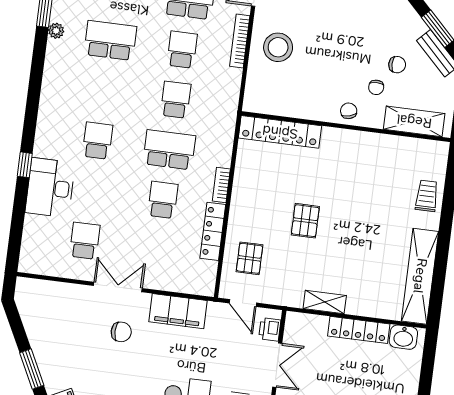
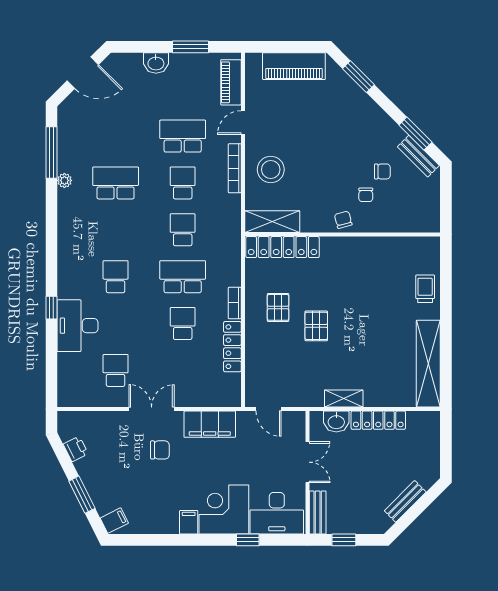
shelving: (414, 121) -> (272, 222), moved
pallet: (249, 258) -> (278, 307), moved
printer: (270, 329) -> (76, 449), moved, turned 153
washbasin: (403, 337) -> (336, 422), moved

